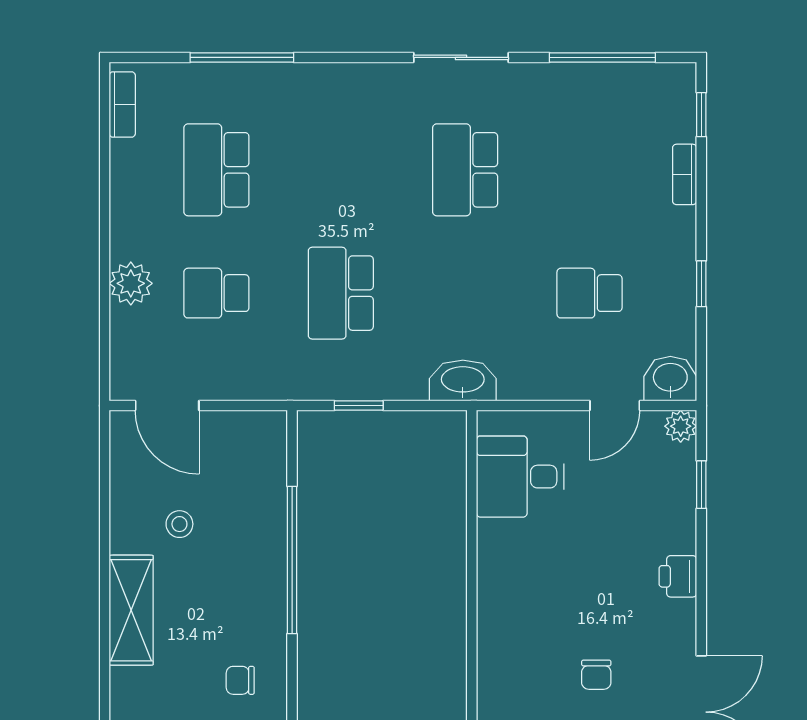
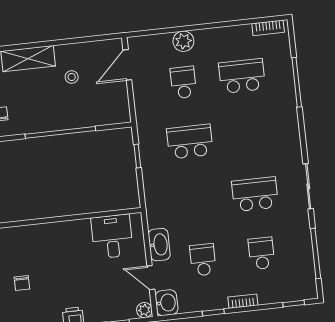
school desk: (590, 170) -> (261, 253), added
bookcase: (685, 174) -> (243, 301), moved
washbasin: (463, 381) -> (159, 245), moved
chair: (596, 675) -> (22, 283), turned -90

